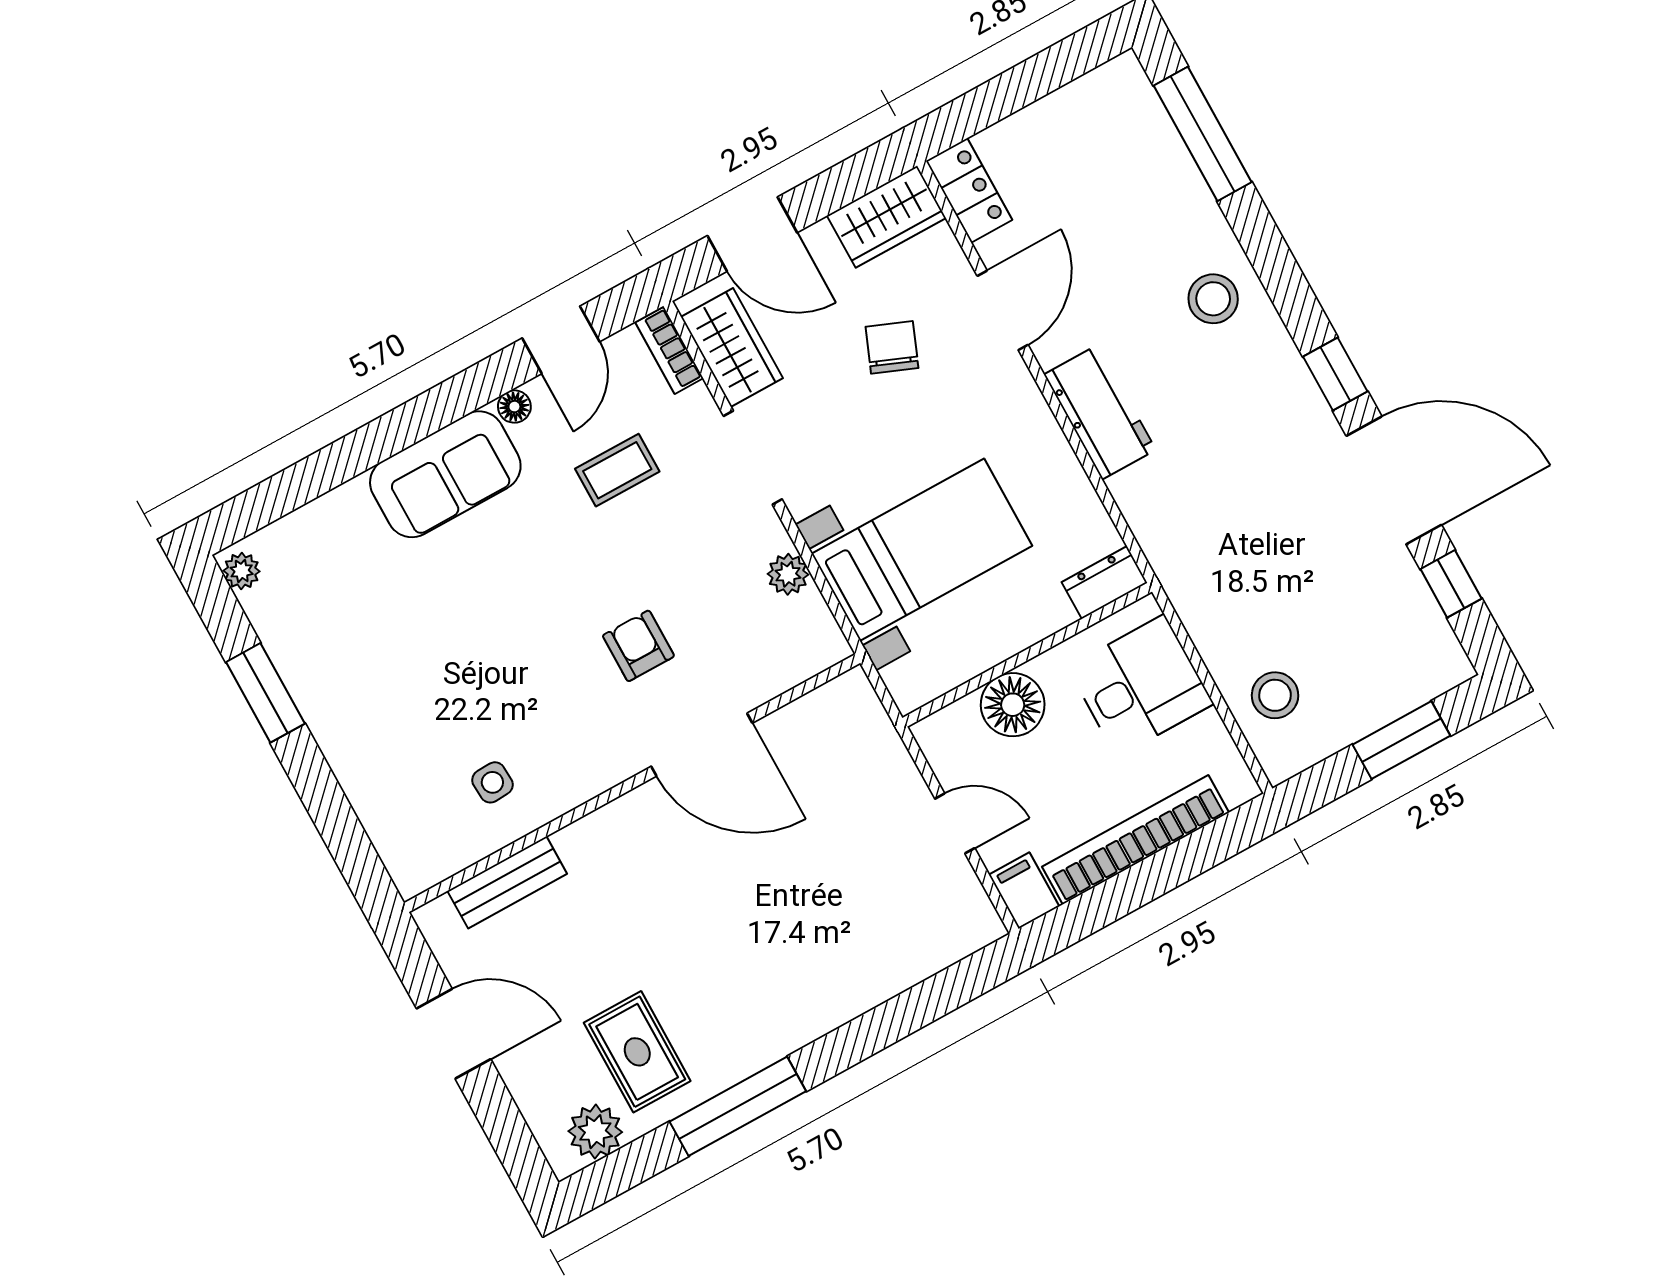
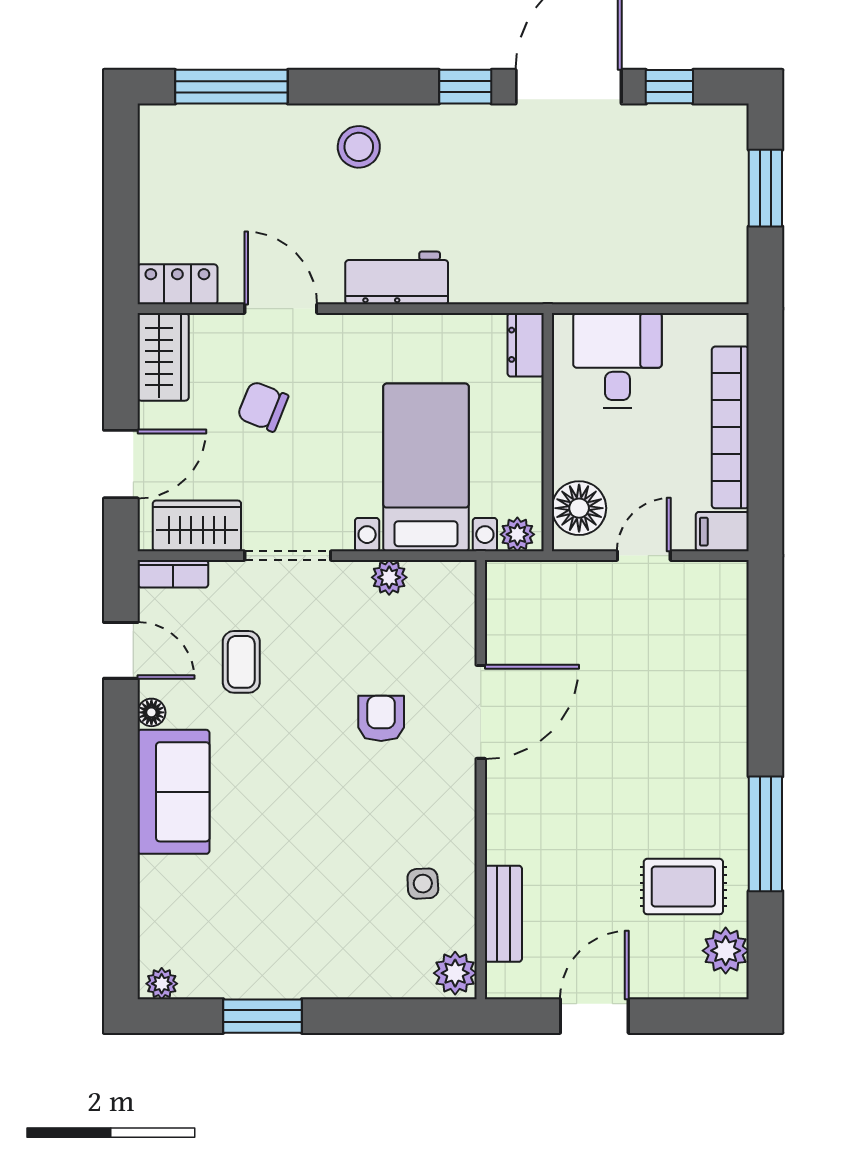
armchair: (638, 646) -> (381, 718), turned 90
plant: (905, 682) -> (517, 534), added
stool: (1275, 695) -> (680, 264), removed
floor lamp: (1013, 705) -> (579, 508), moved
plant: (419, 866) -> (455, 973), added

